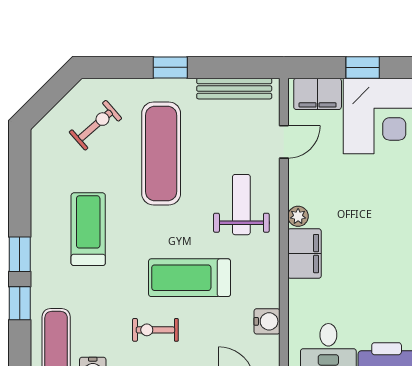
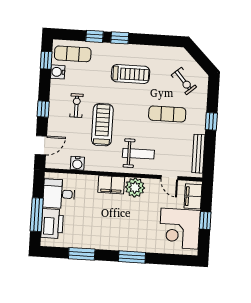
exercise mat: (161, 153) -> (167, 114), width x0.73, depth x0.69
plant: (298, 216) -> (135, 187), width x1.88, depth x1.88

